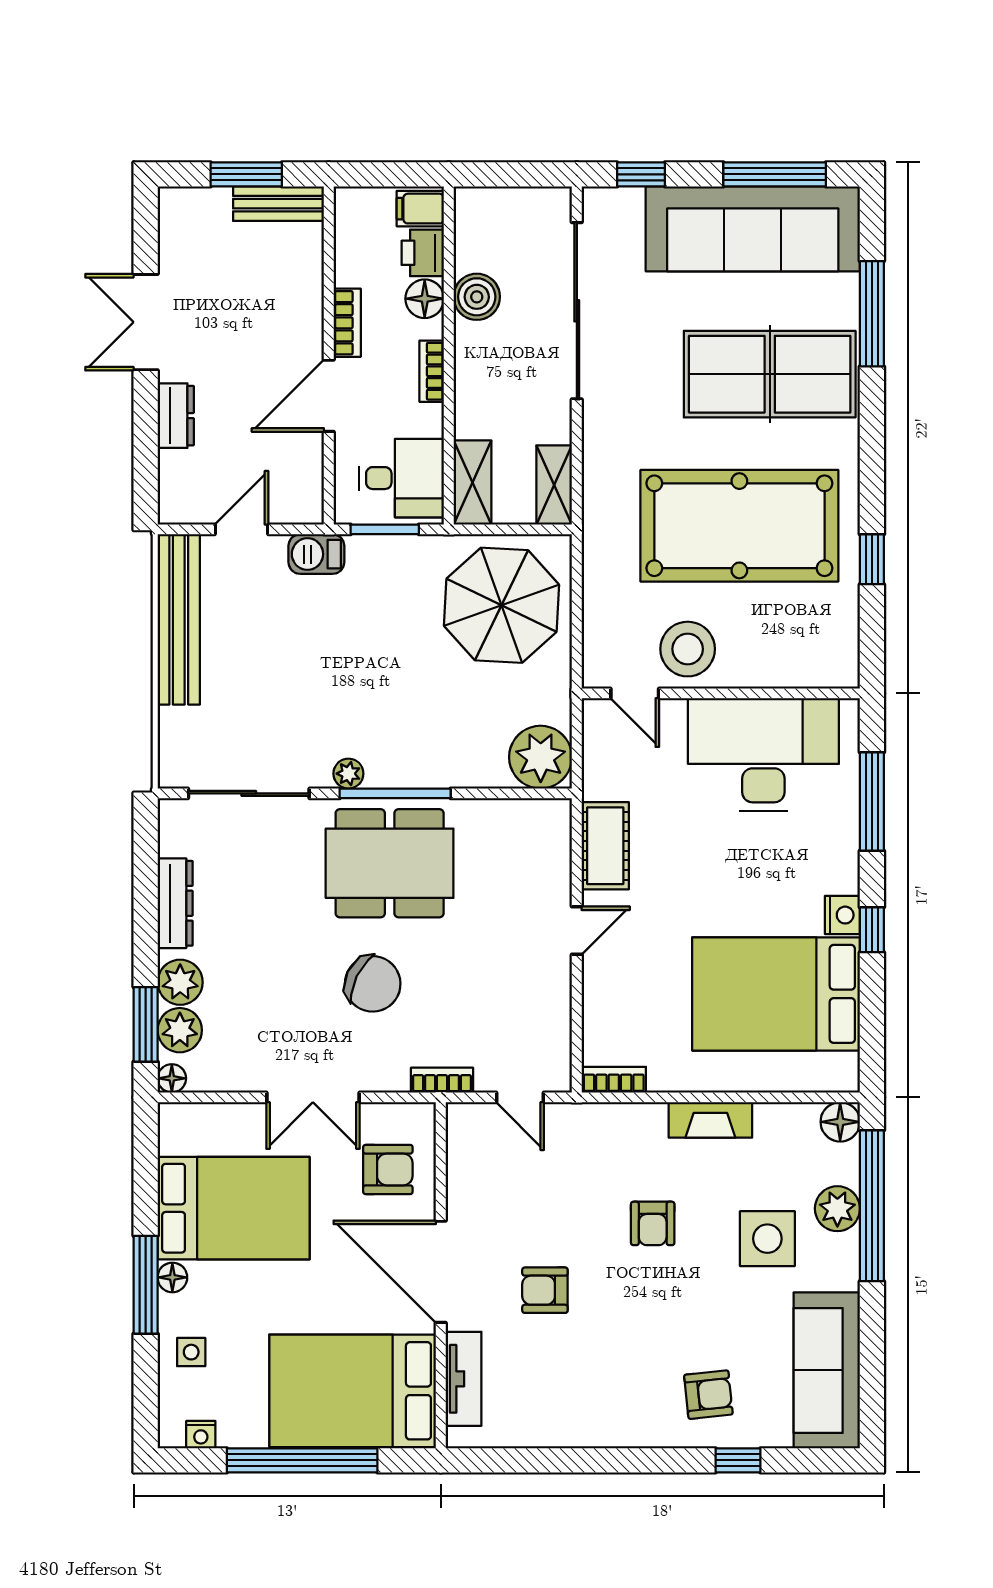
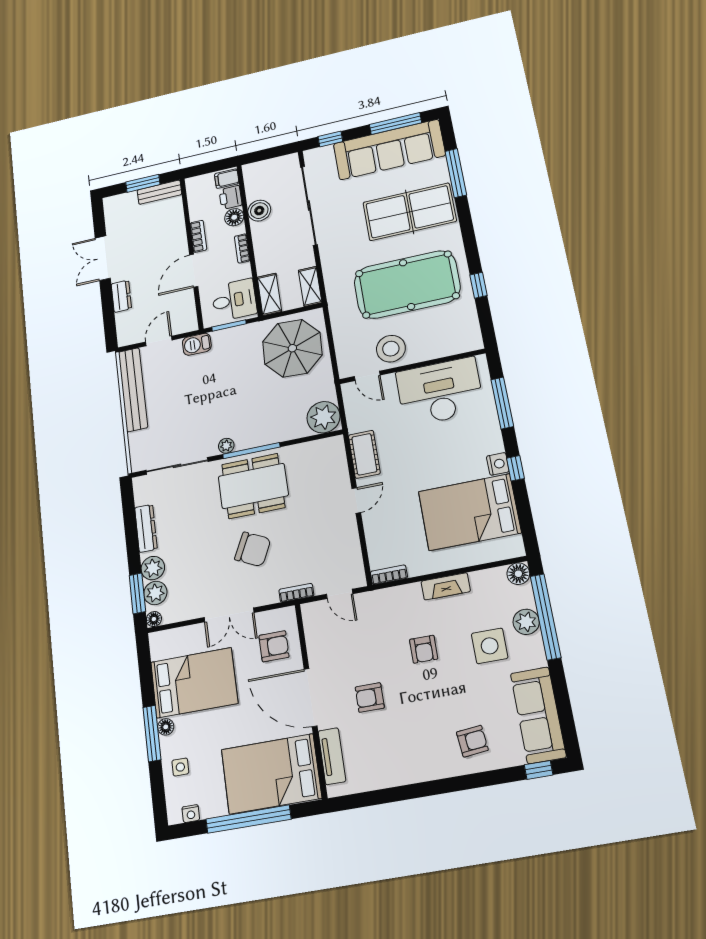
window: (738, 1460) -> (539, 770), moved

